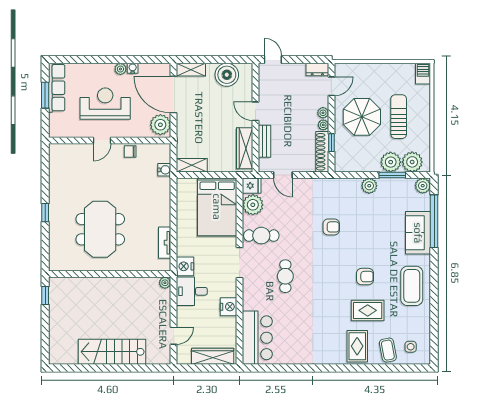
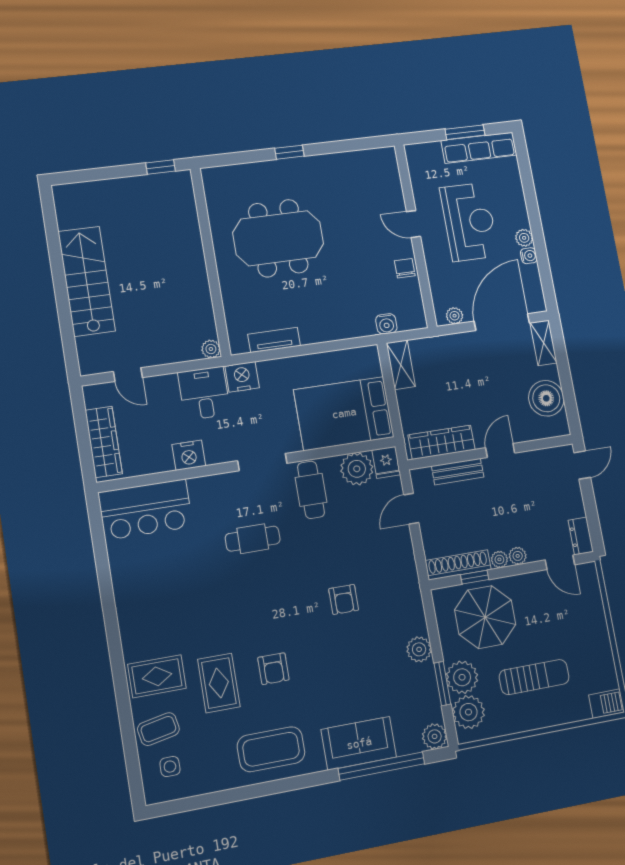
parasol: (362, 117) -> (485, 617), moved
plant: (160, 125) -> (455, 316), width x0.53, depth x0.53

